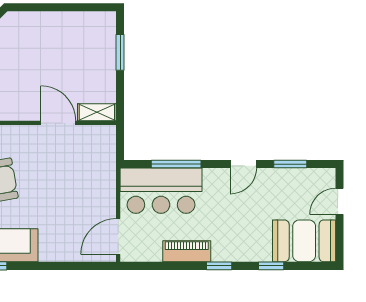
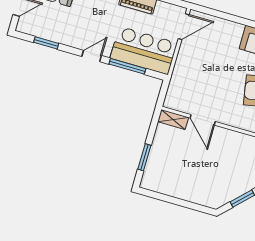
door: (243, 164) -> (92, 56), moved

